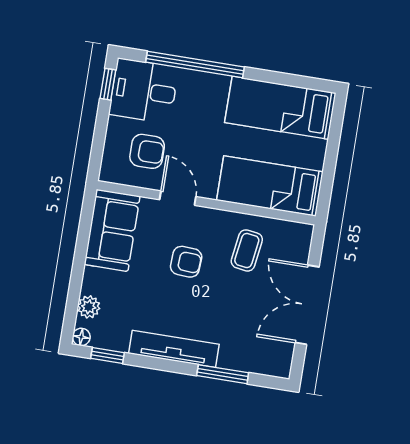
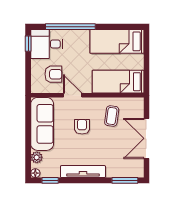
sofa: (112, 230) -> (42, 124), width x1.36
armchair: (186, 262) -> (82, 127), turned -93
window: (223, 374) -> (125, 180), moved

